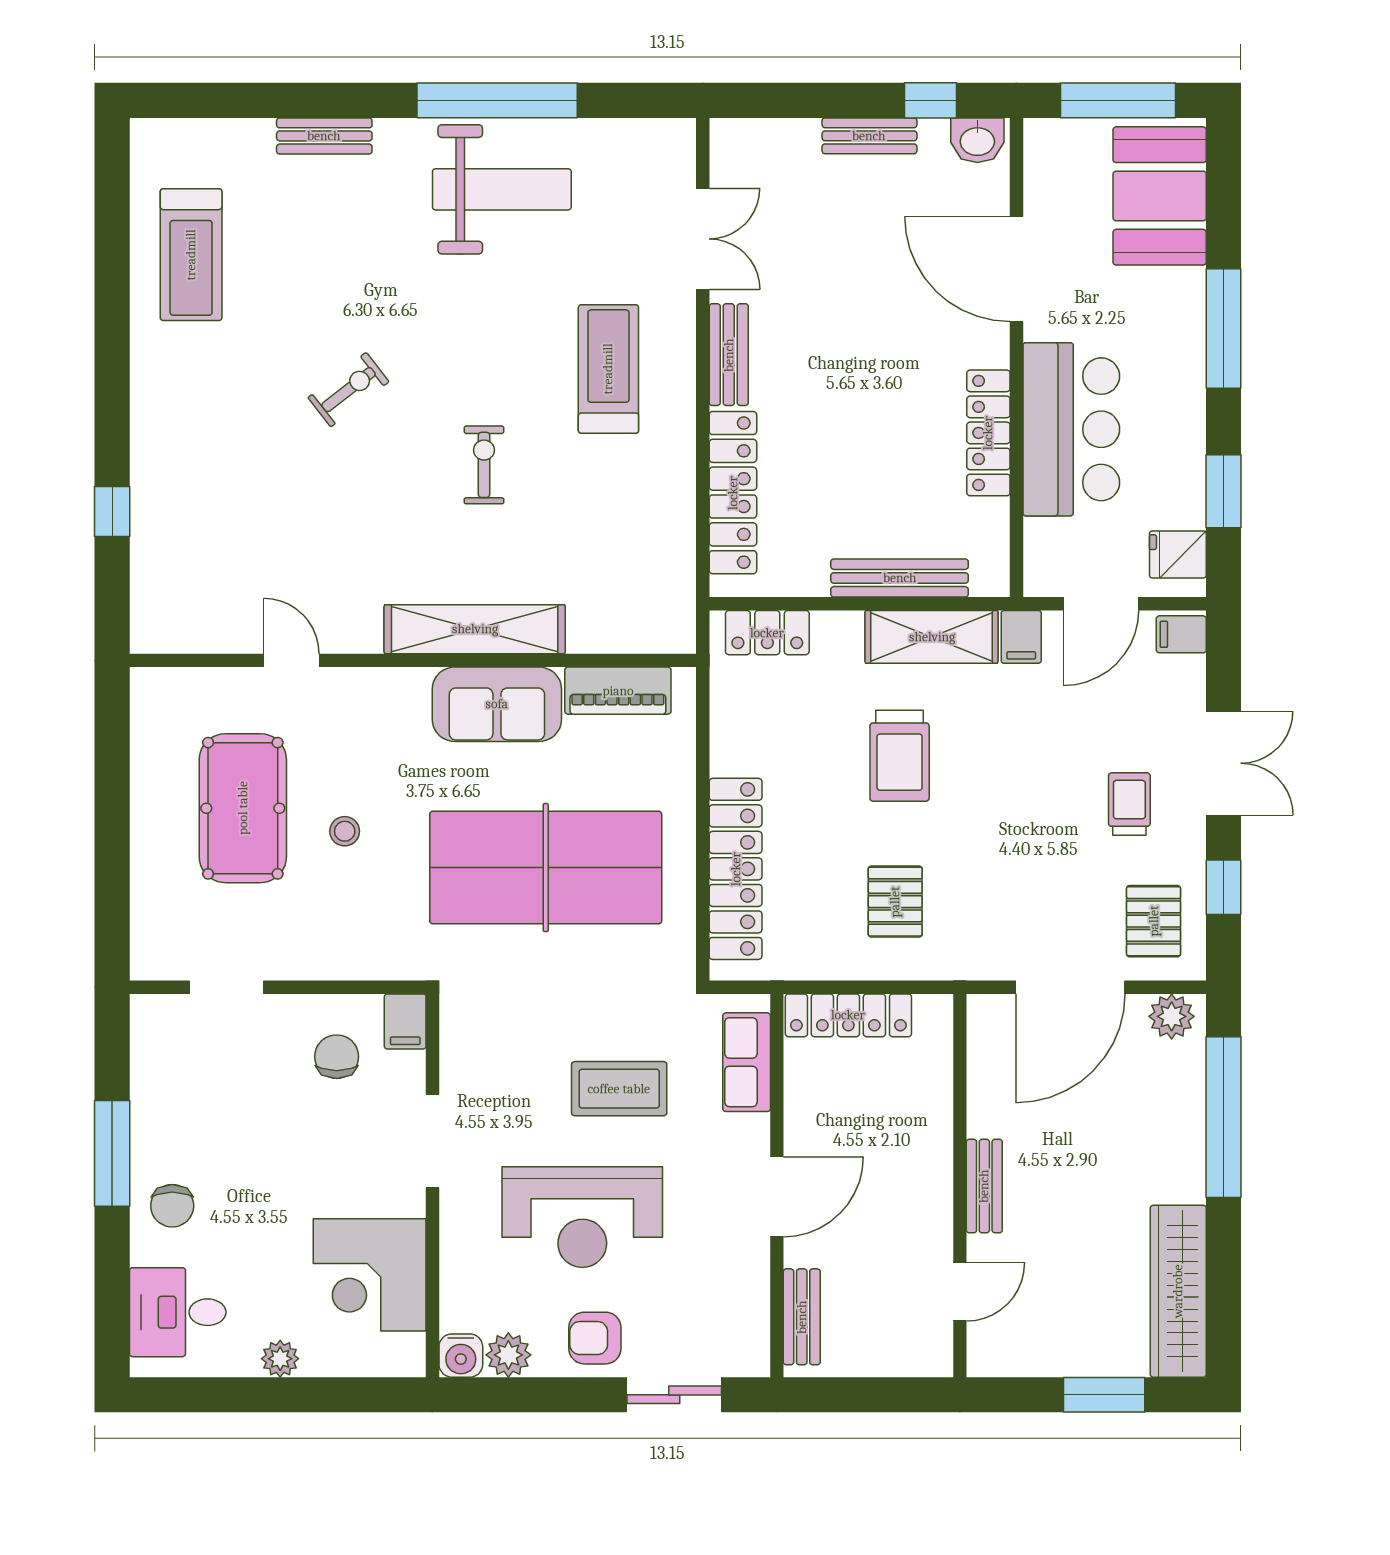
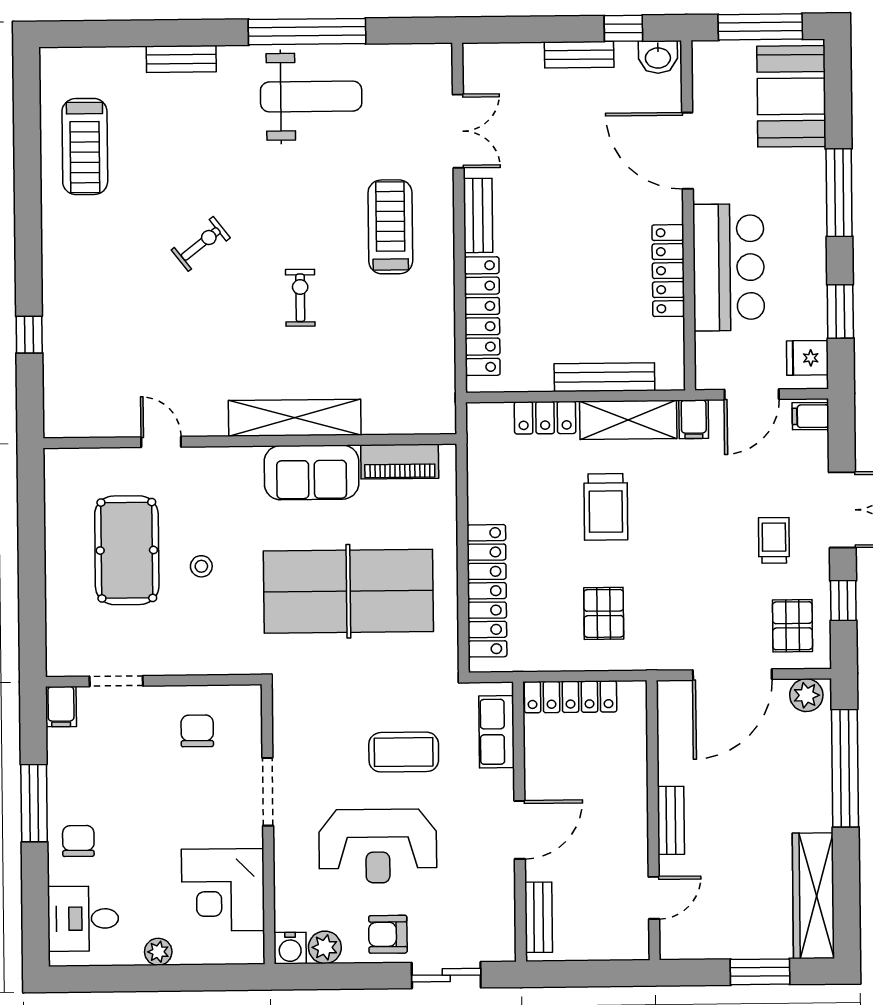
locker: (767, 633) -> (545, 418), moved
filing cabinet: (405, 1021) -> (61, 707), moved
chair: (172, 1206) -> (78, 841), turned 180

